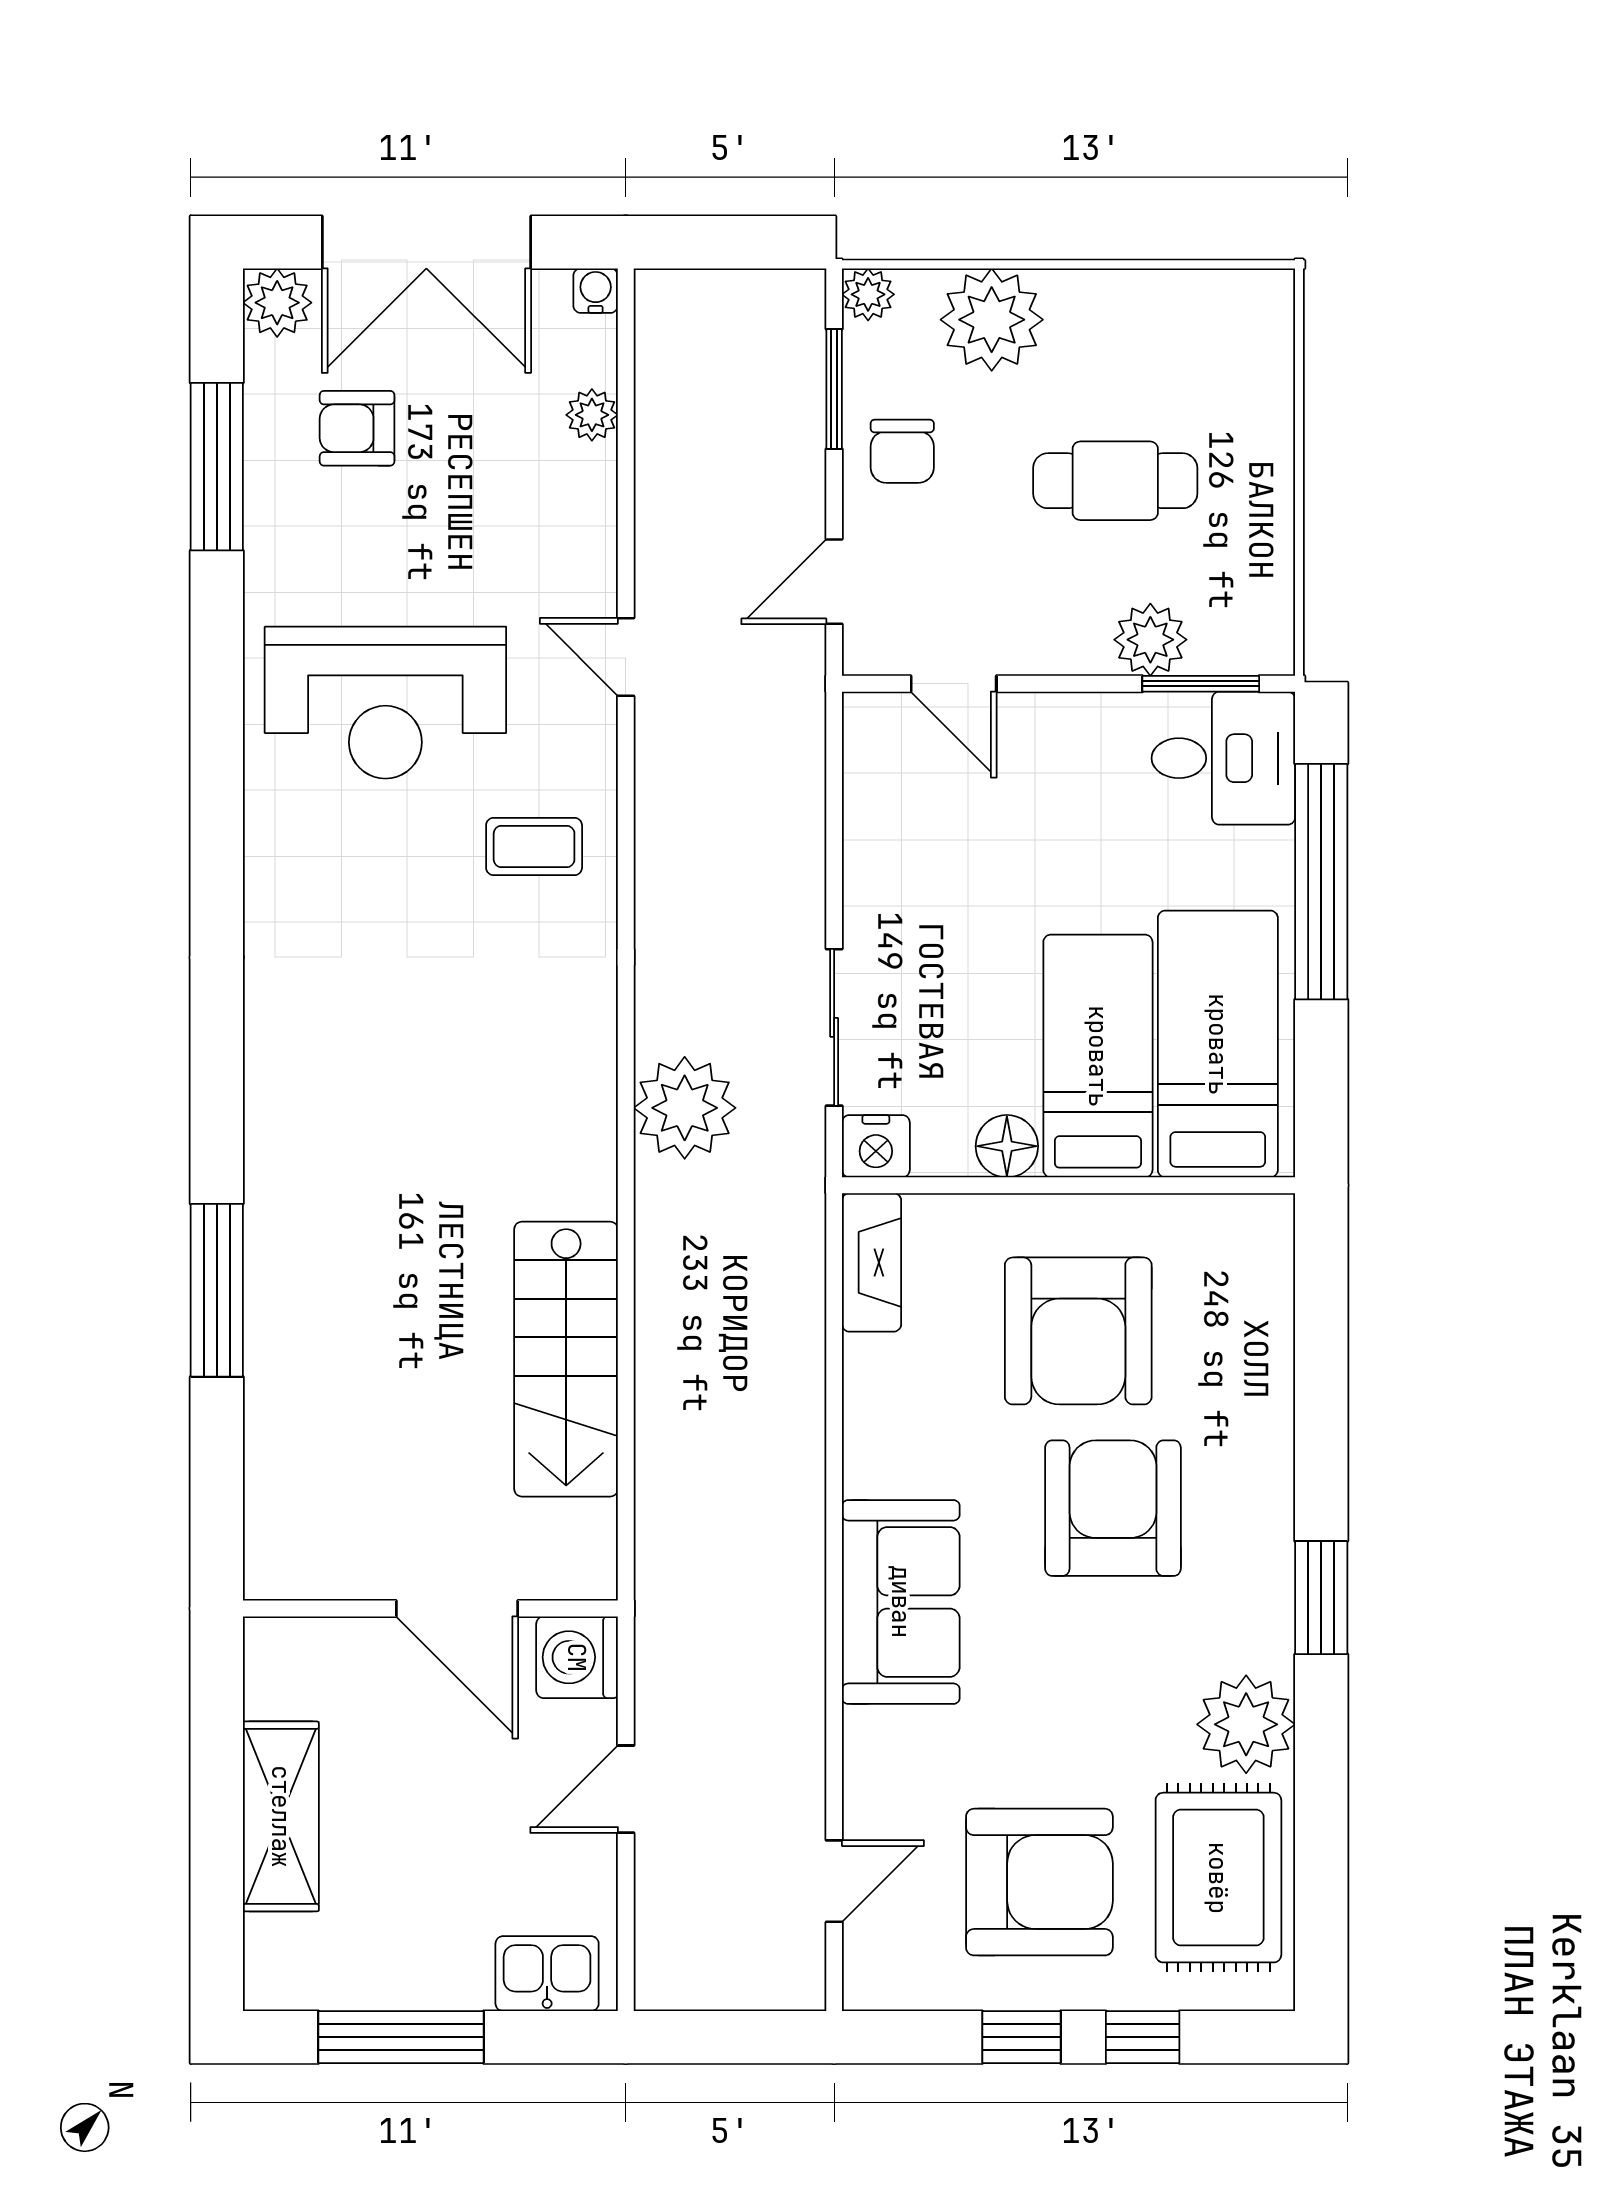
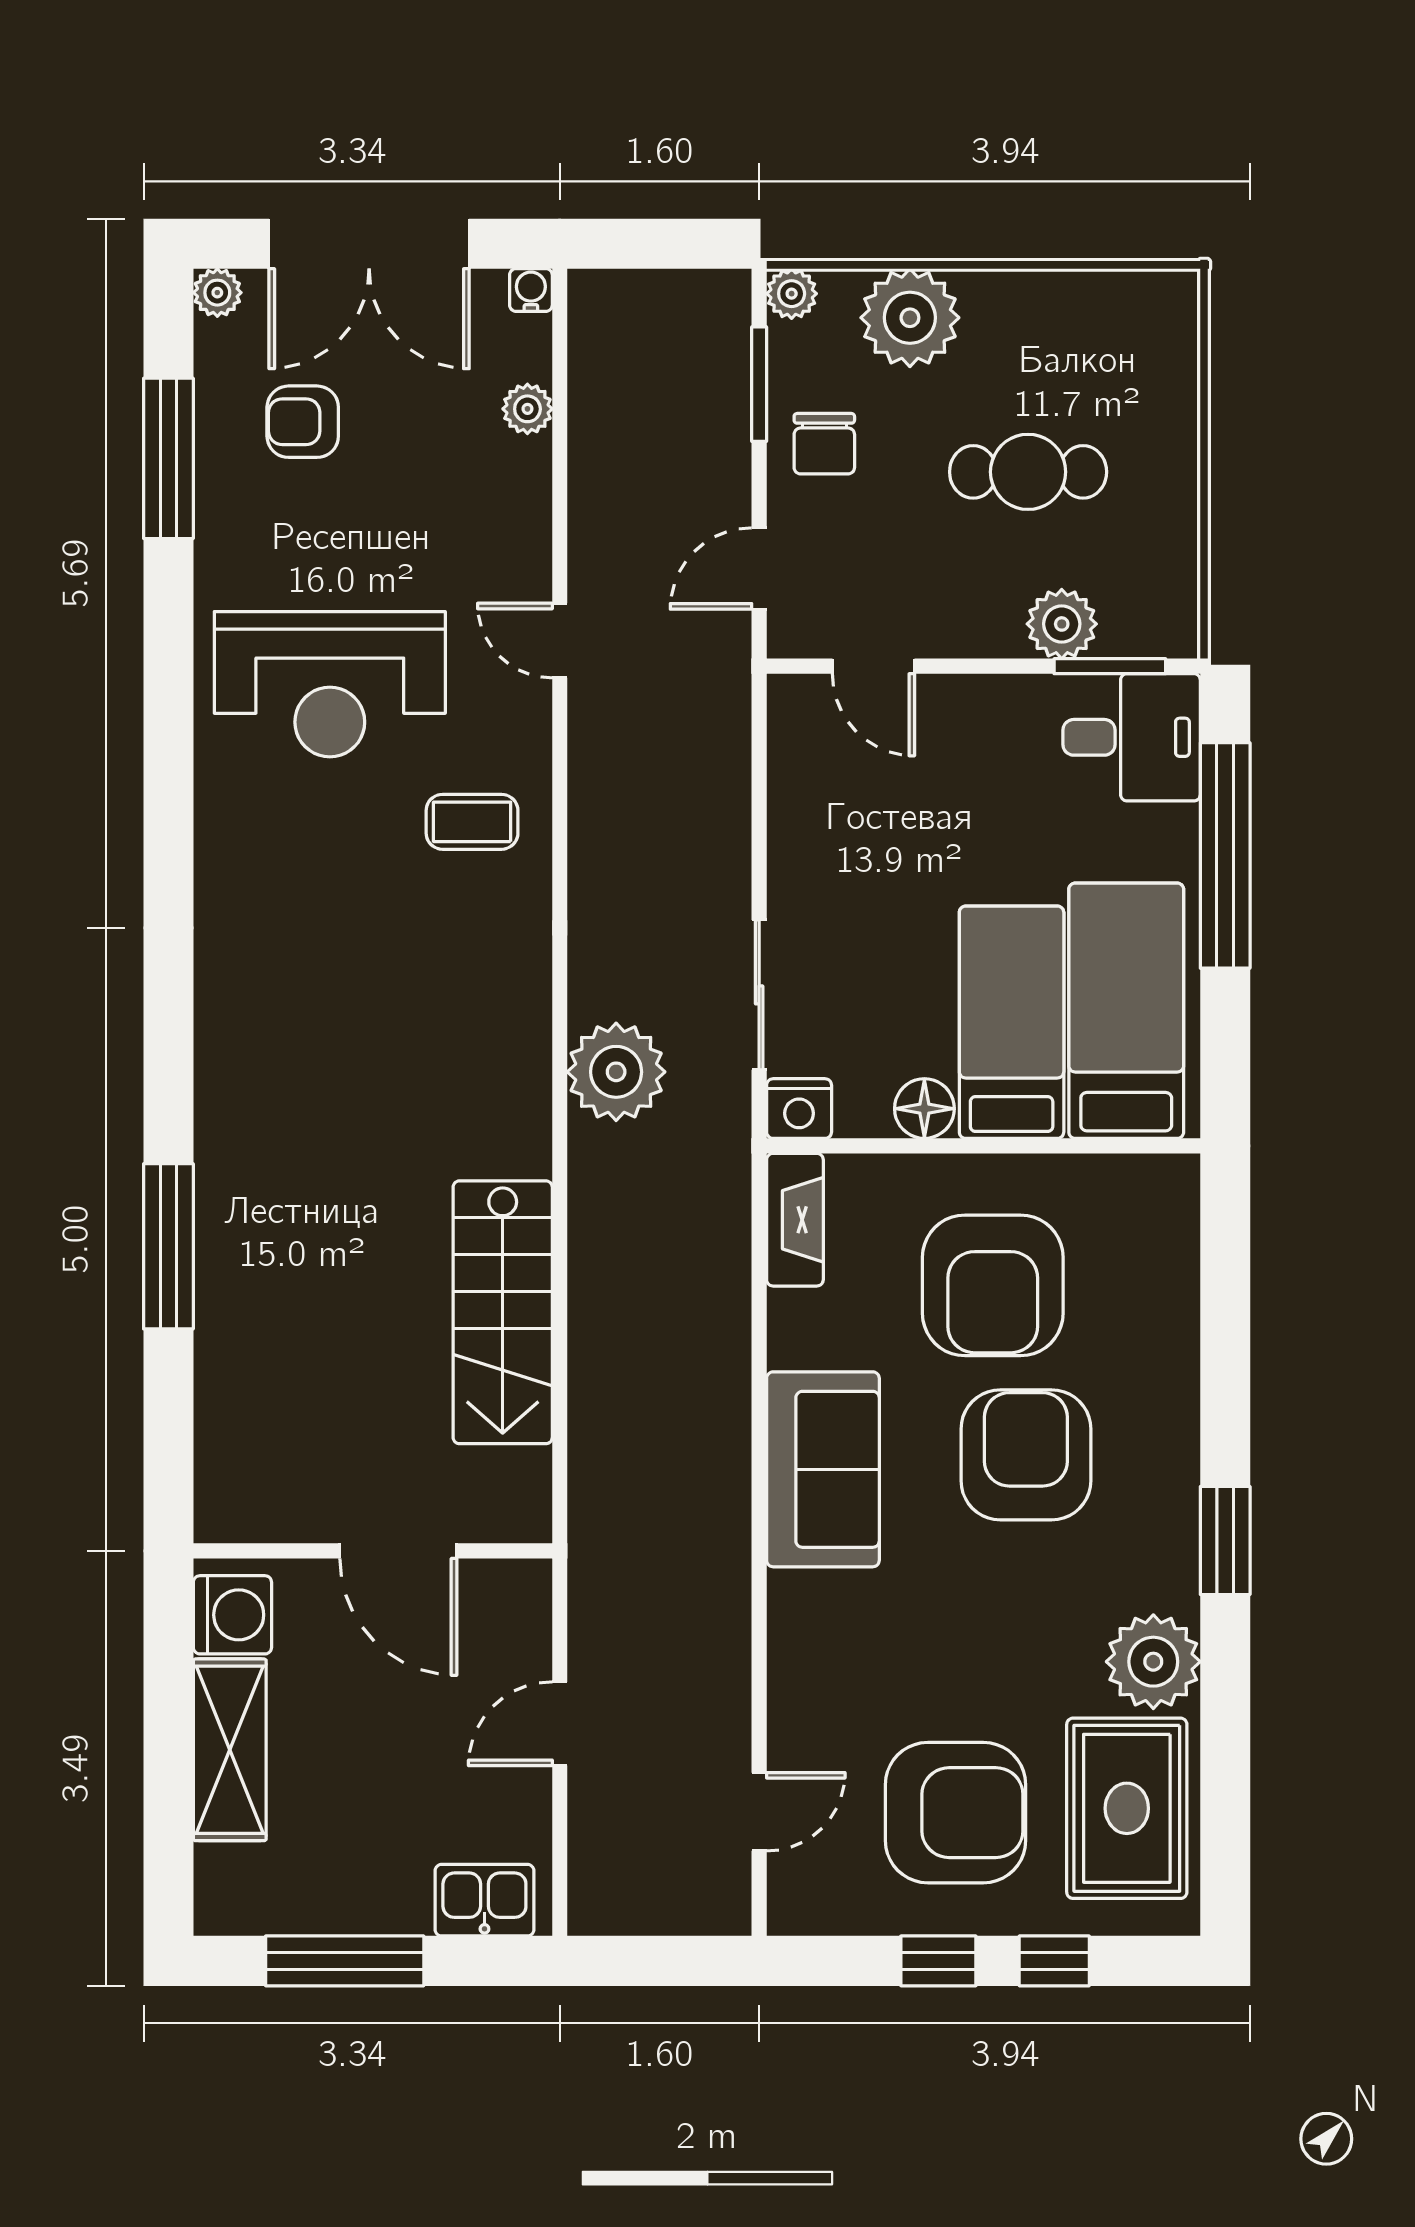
plant: (277, 303) -> (217, 293), width x0.73, depth x0.73
sofa: (901, 1602) -> (823, 1469), moved
washing machine: (577, 1657) -> (232, 1615), moved, turned 180

